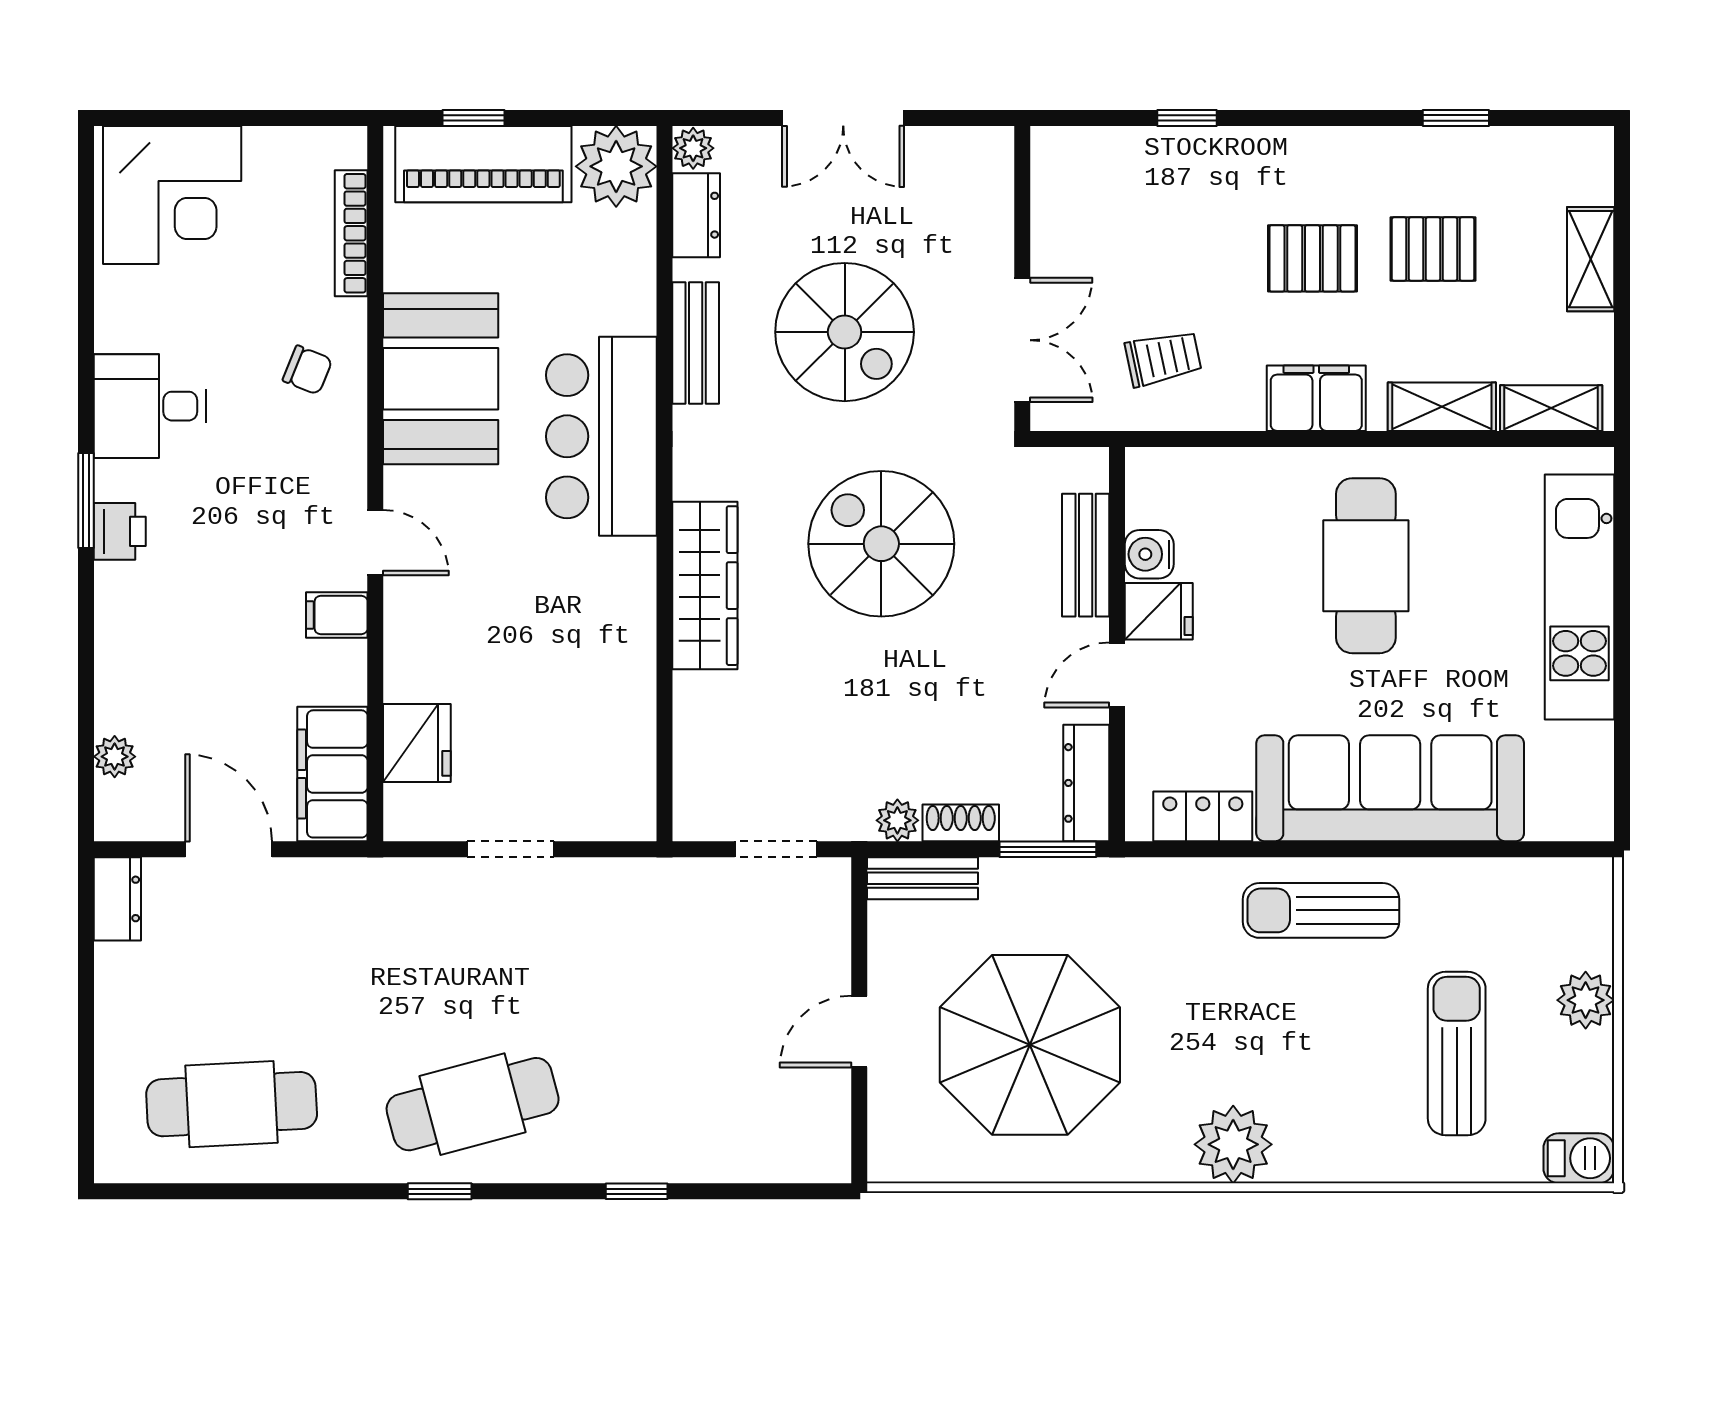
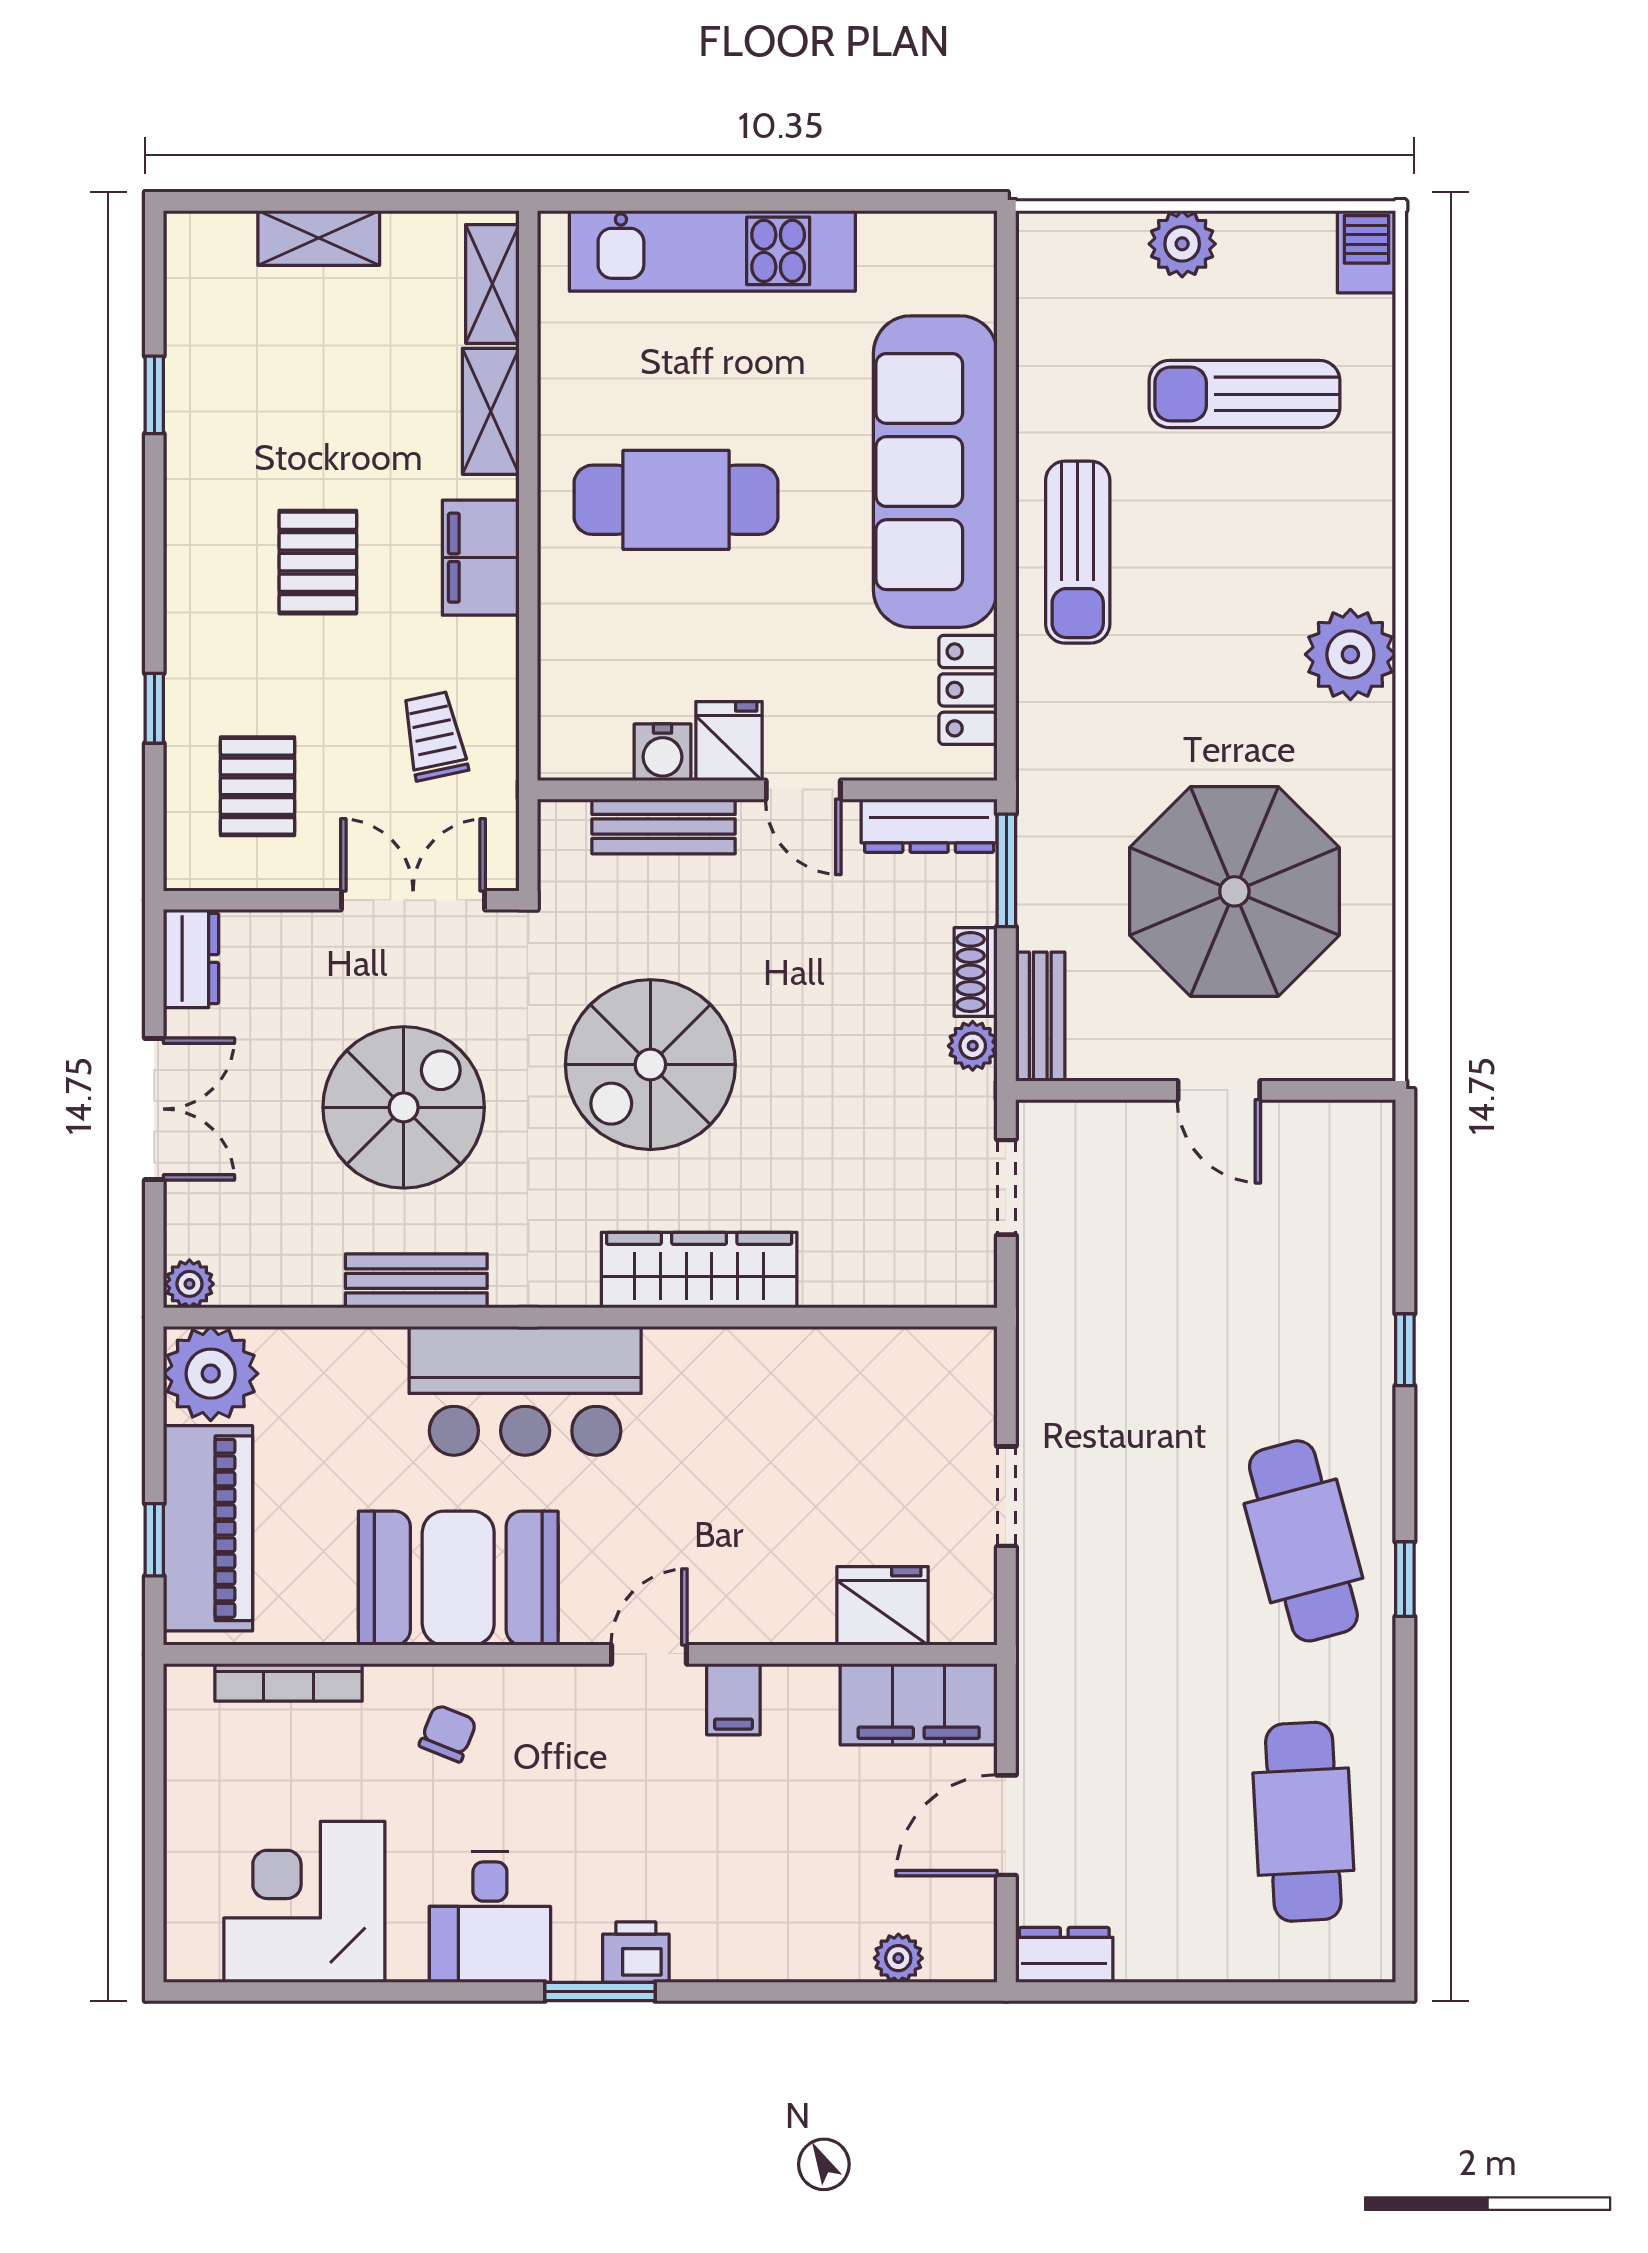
corner desk: (172, 195) -> (304, 1902), moved, turned -90
dresser: (696, 215) -> (191, 958), moved, turned 90
pallet: (1433, 249) -> (257, 786), moved

